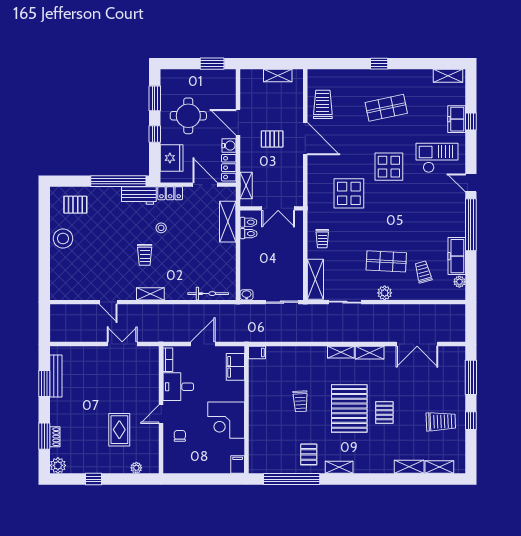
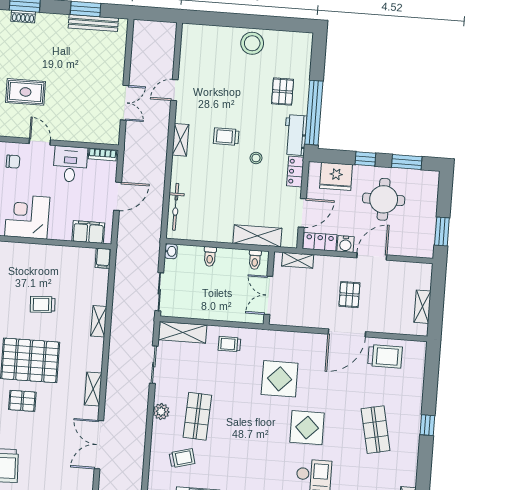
pallet: (75, 205) -> (283, 92), moved
toilet: (249, 234) -> (210, 257), moved
door: (203, 344) -> (118, 196), hinge flipped
shelving: (341, 352) -> (99, 321), moved

